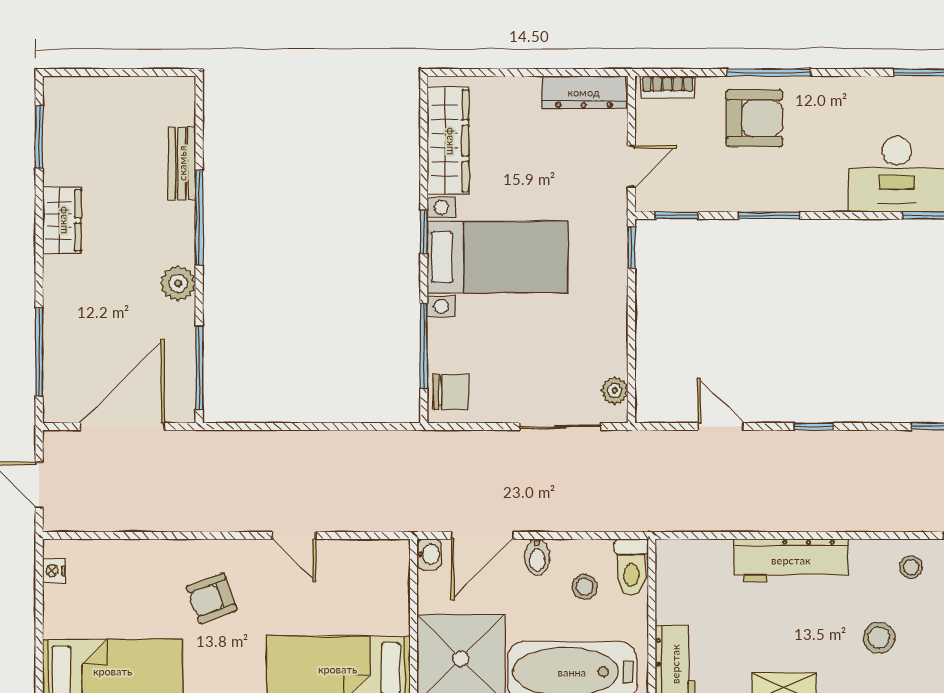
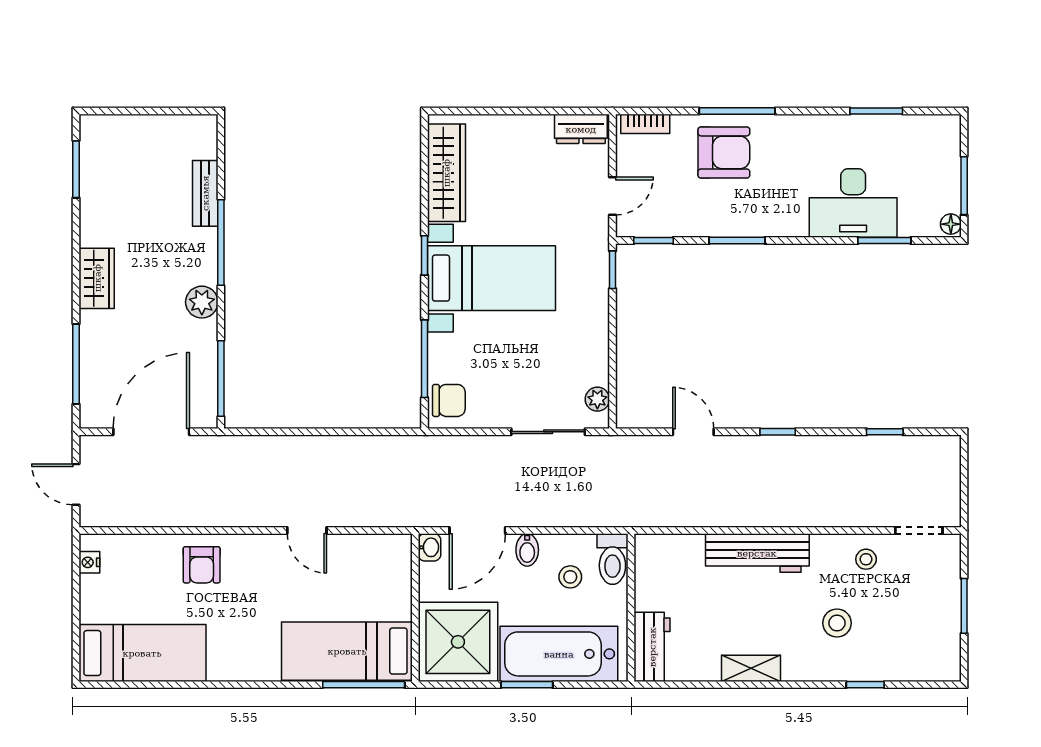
dresser: (584, 92) -> (581, 129), width x0.70
wardrobe: (62, 220) -> (97, 278), moved
armchair: (212, 598) -> (202, 565), moved, turned -70

